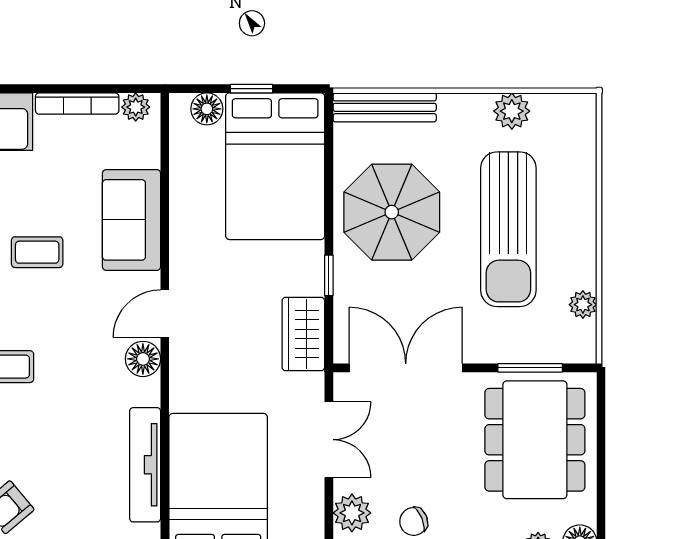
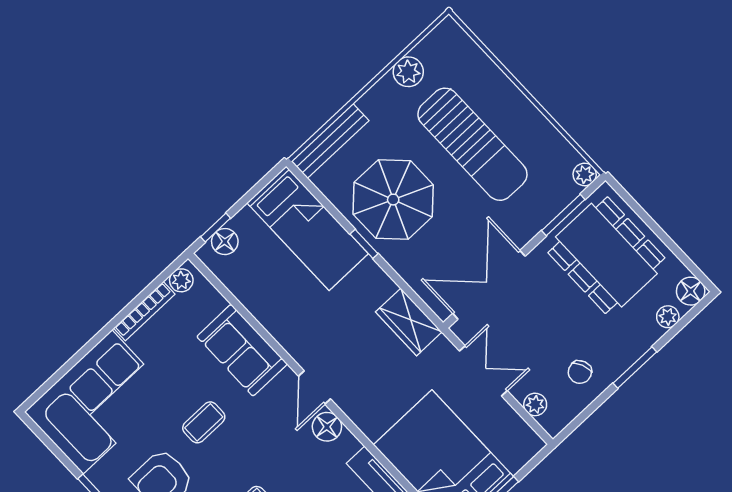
window: (252, 89) -> (216, 228), moved
bed: (275, 166) -> (308, 228), width x0.67
window: (329, 275) -> (364, 244), moved
plant: (583, 305) -> (585, 174), moved
plant: (352, 513) -> (535, 404), width x0.73, depth x0.73

